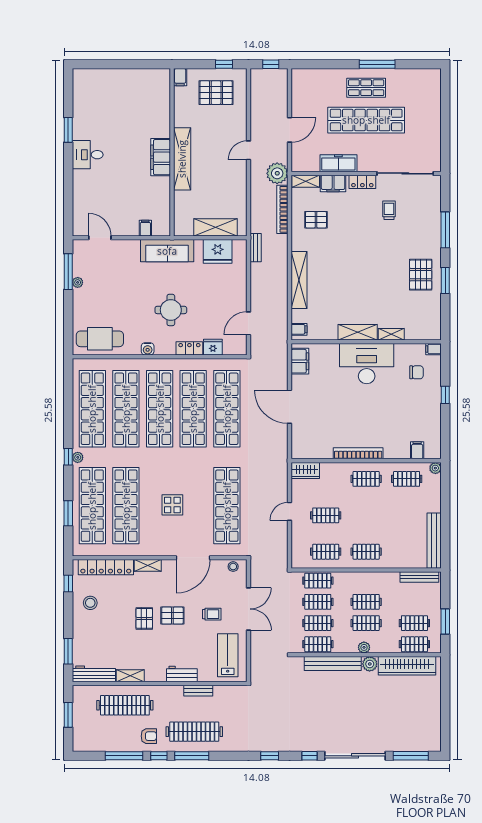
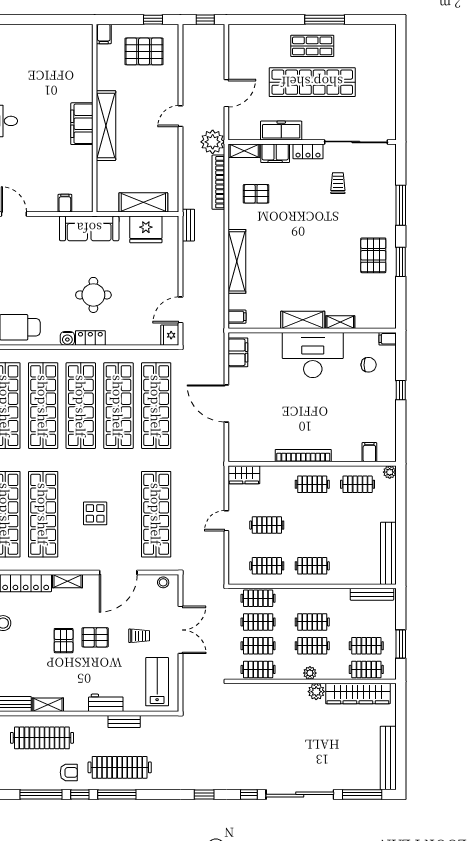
fridge: (213, 347) -> (170, 335), moved, turned -90
locker: (189, 348) -> (90, 338), moved
bench: (333, 664) -> (388, 758), moved, turned 90

